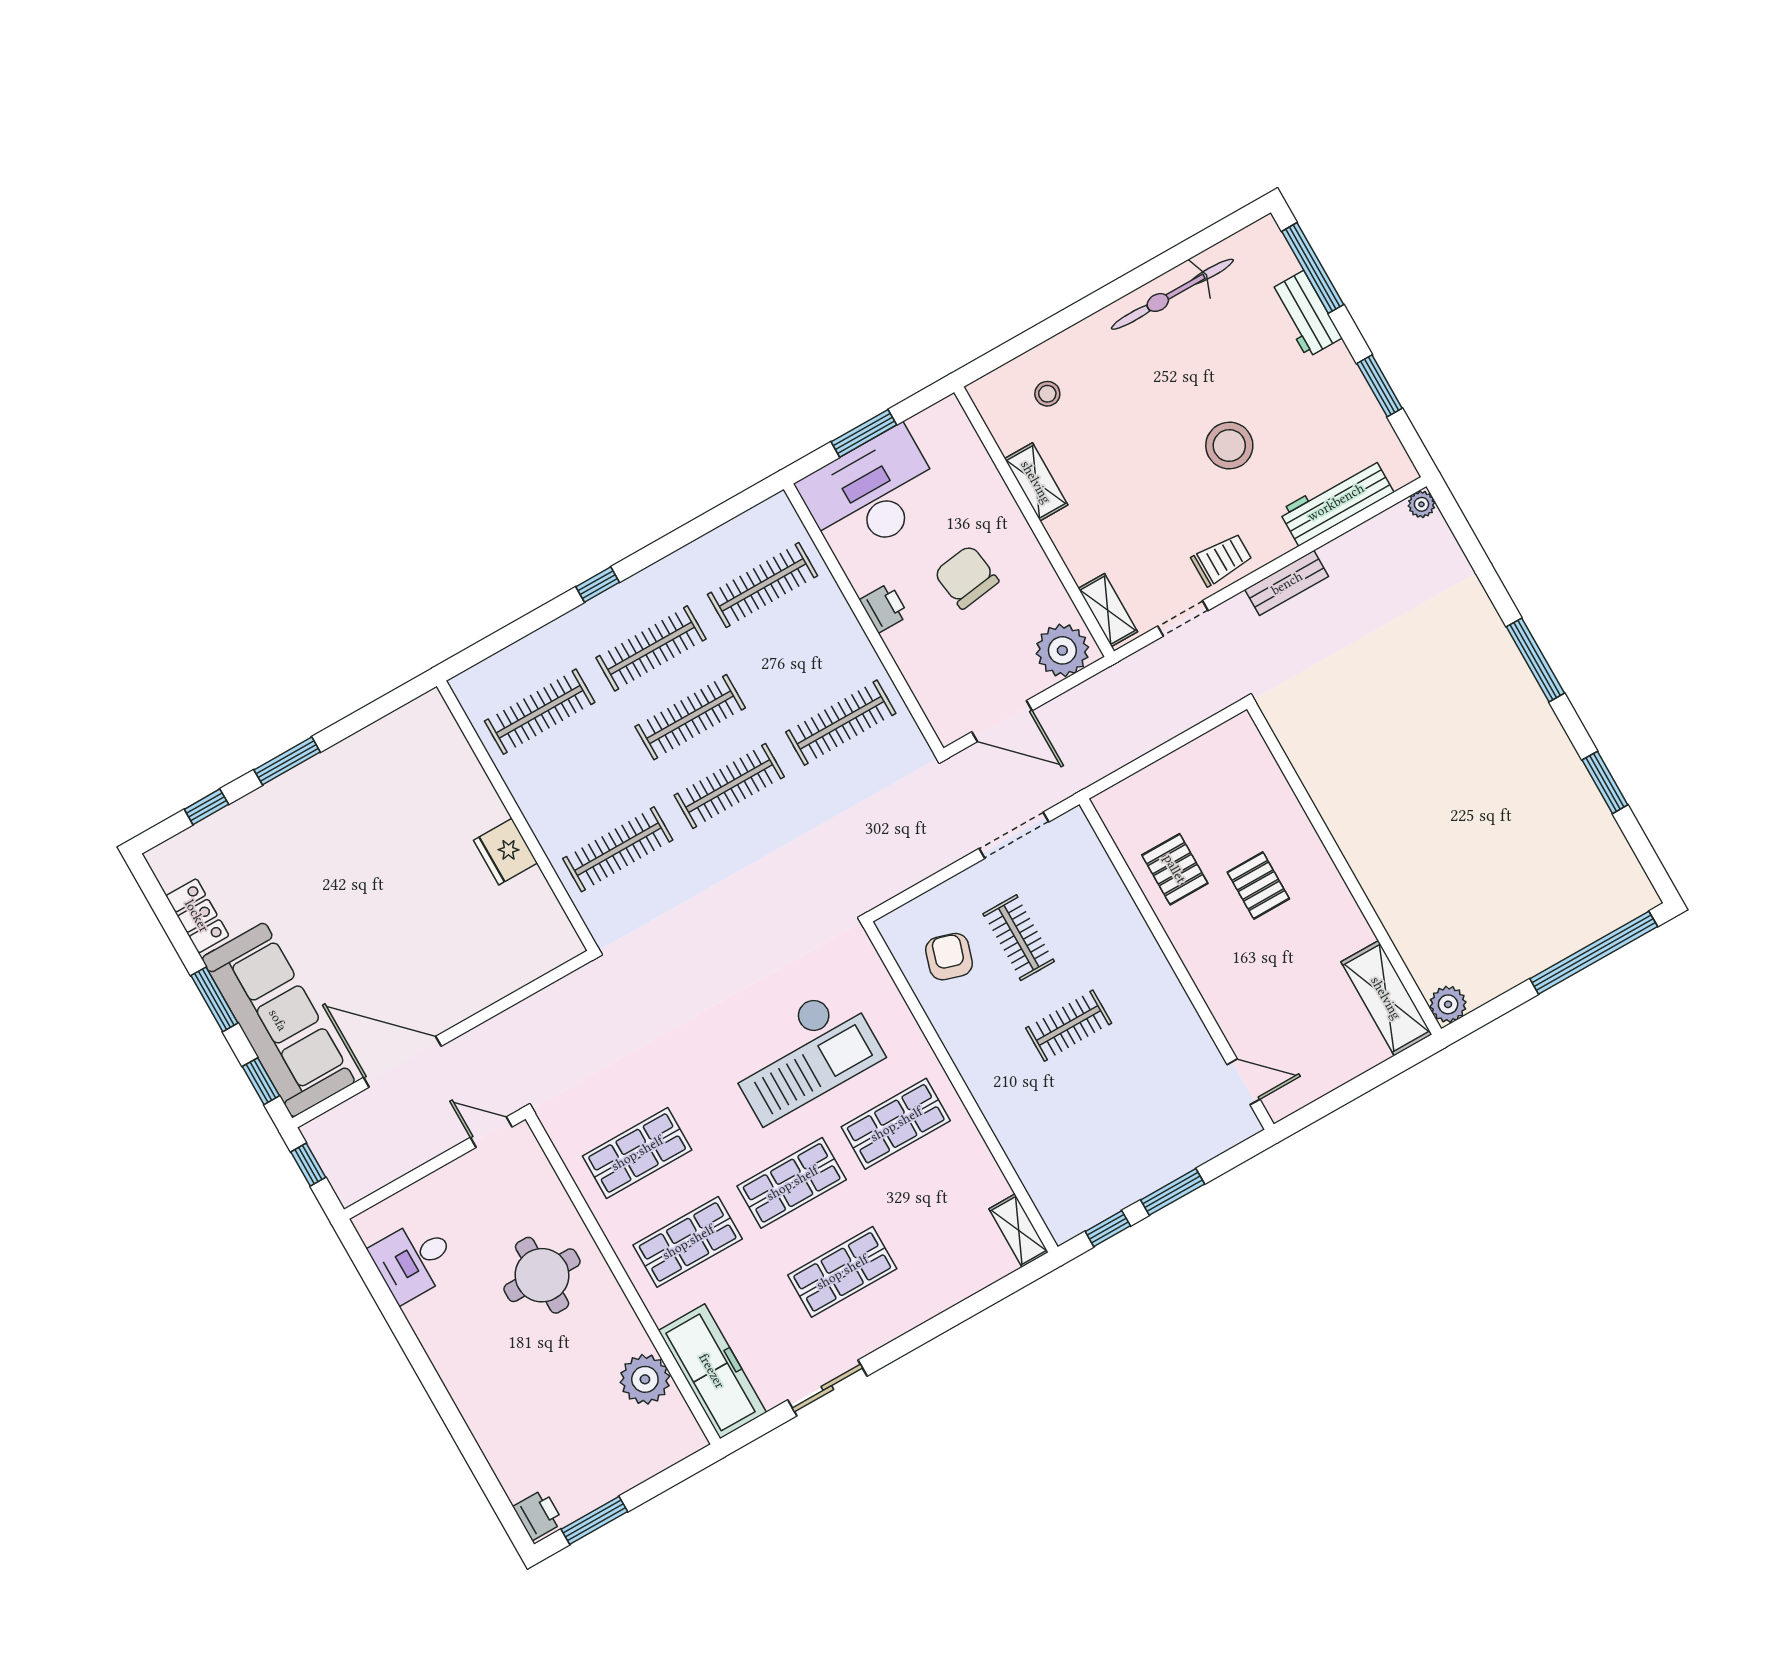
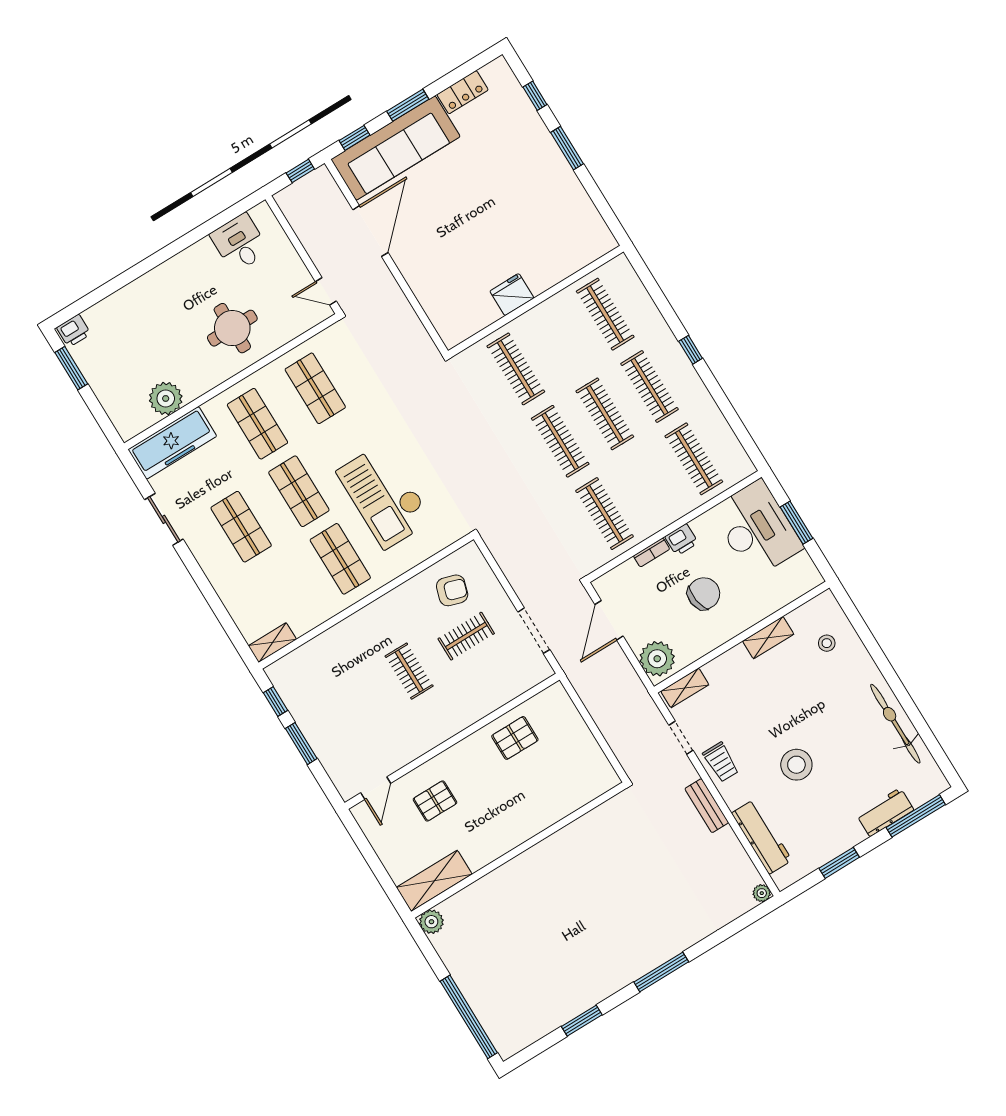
bookcase: (902, 654) -> (652, 552), added
pallet: (1258, 885) -> (435, 801), moved
door: (491, 1132) -> (326, 291), swing flipped

